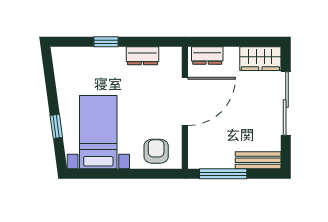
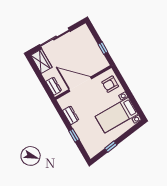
window: (56, 126) -> (111, 147), moved
bench: (258, 160) -> (88, 36), removed
window: (223, 174) -> (103, 48), width x0.46

